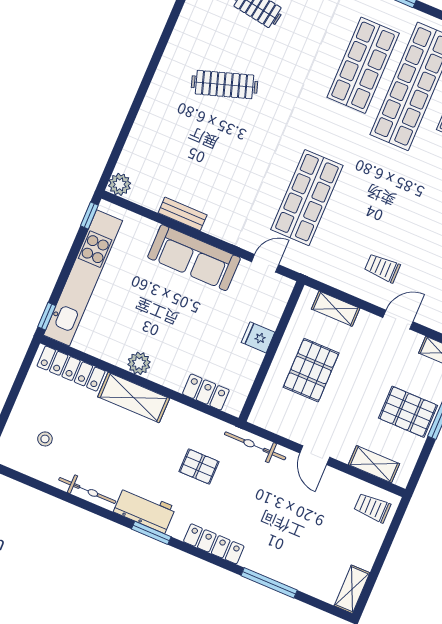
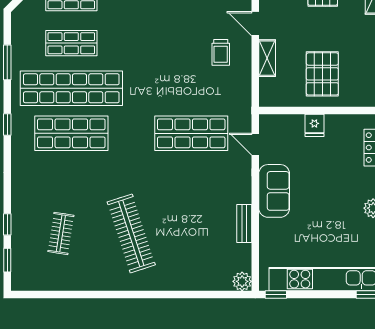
clothes rail: (225, 85) -> (131, 233), width x1.37, depth x1.31
sofa: (194, 258) -> (274, 191), width x0.73
shelving: (336, 309) -> (267, 58), moved
pallet: (311, 370) -> (322, 74), turned 90

